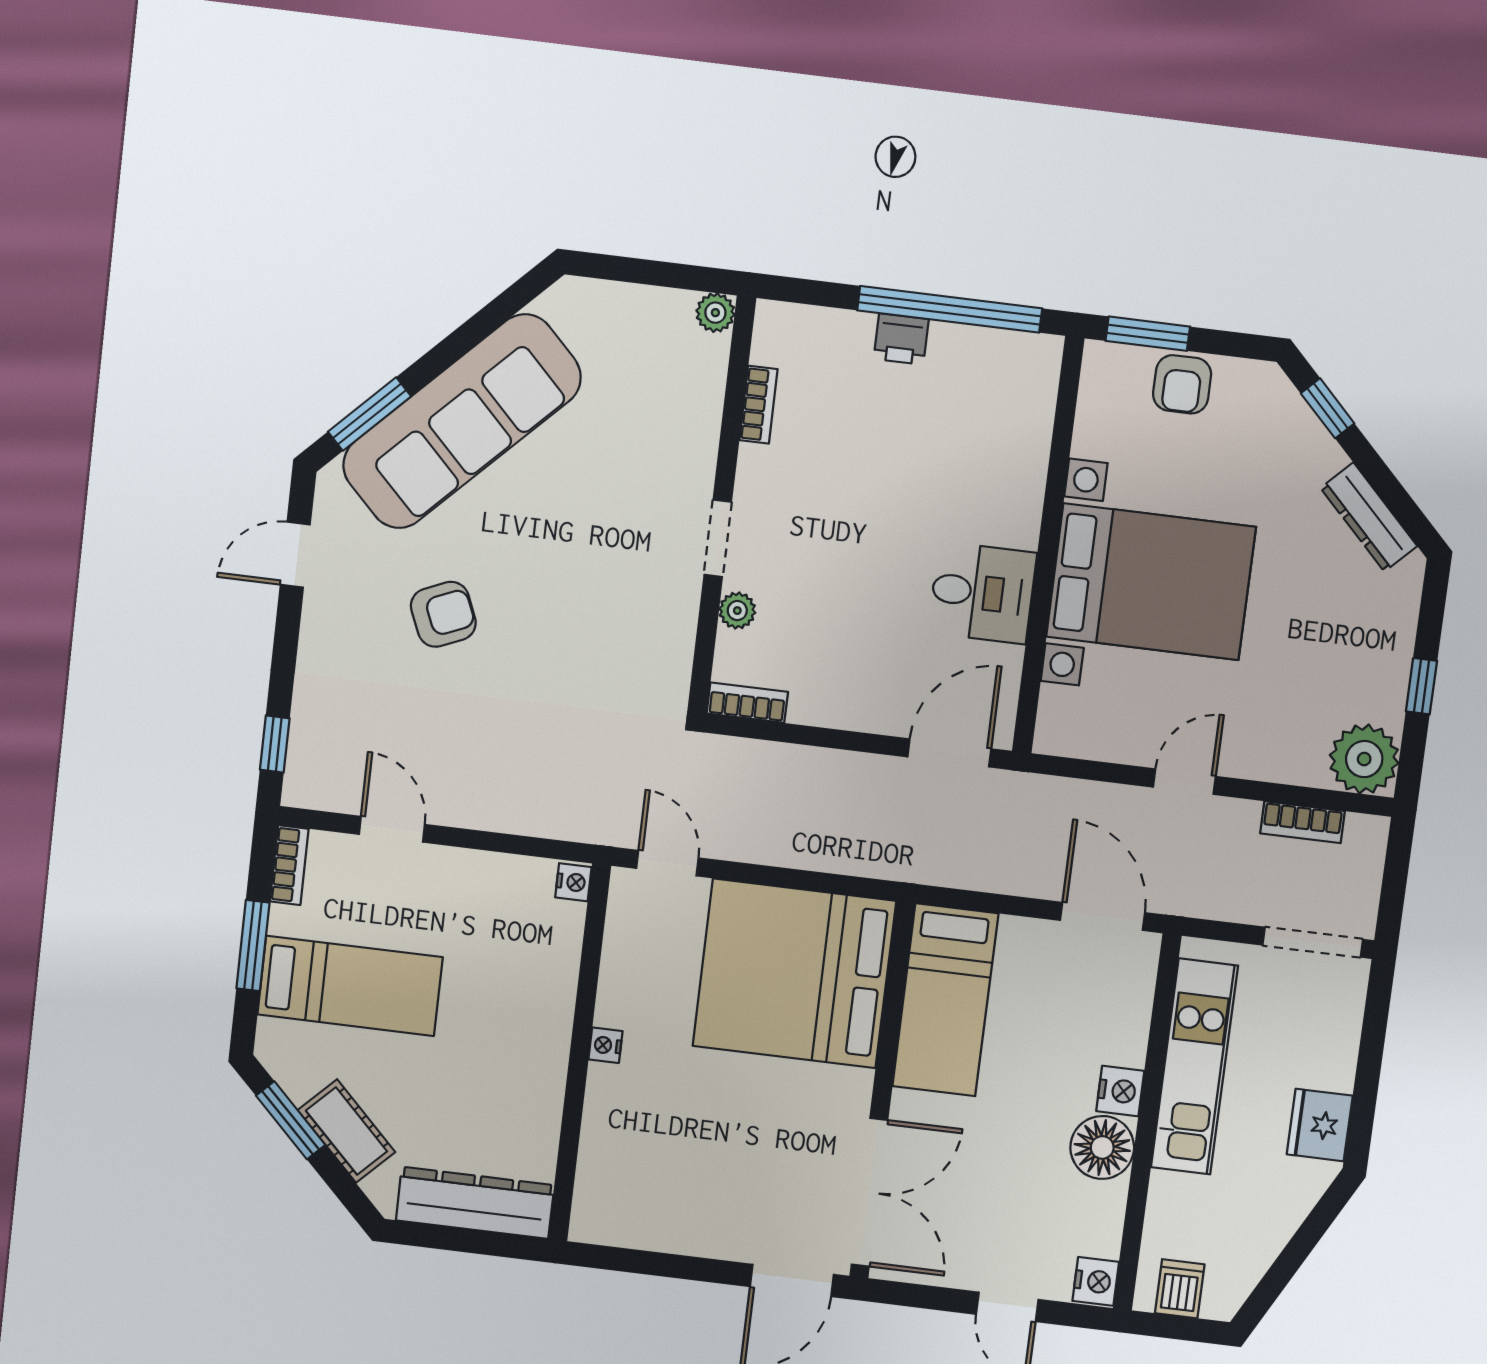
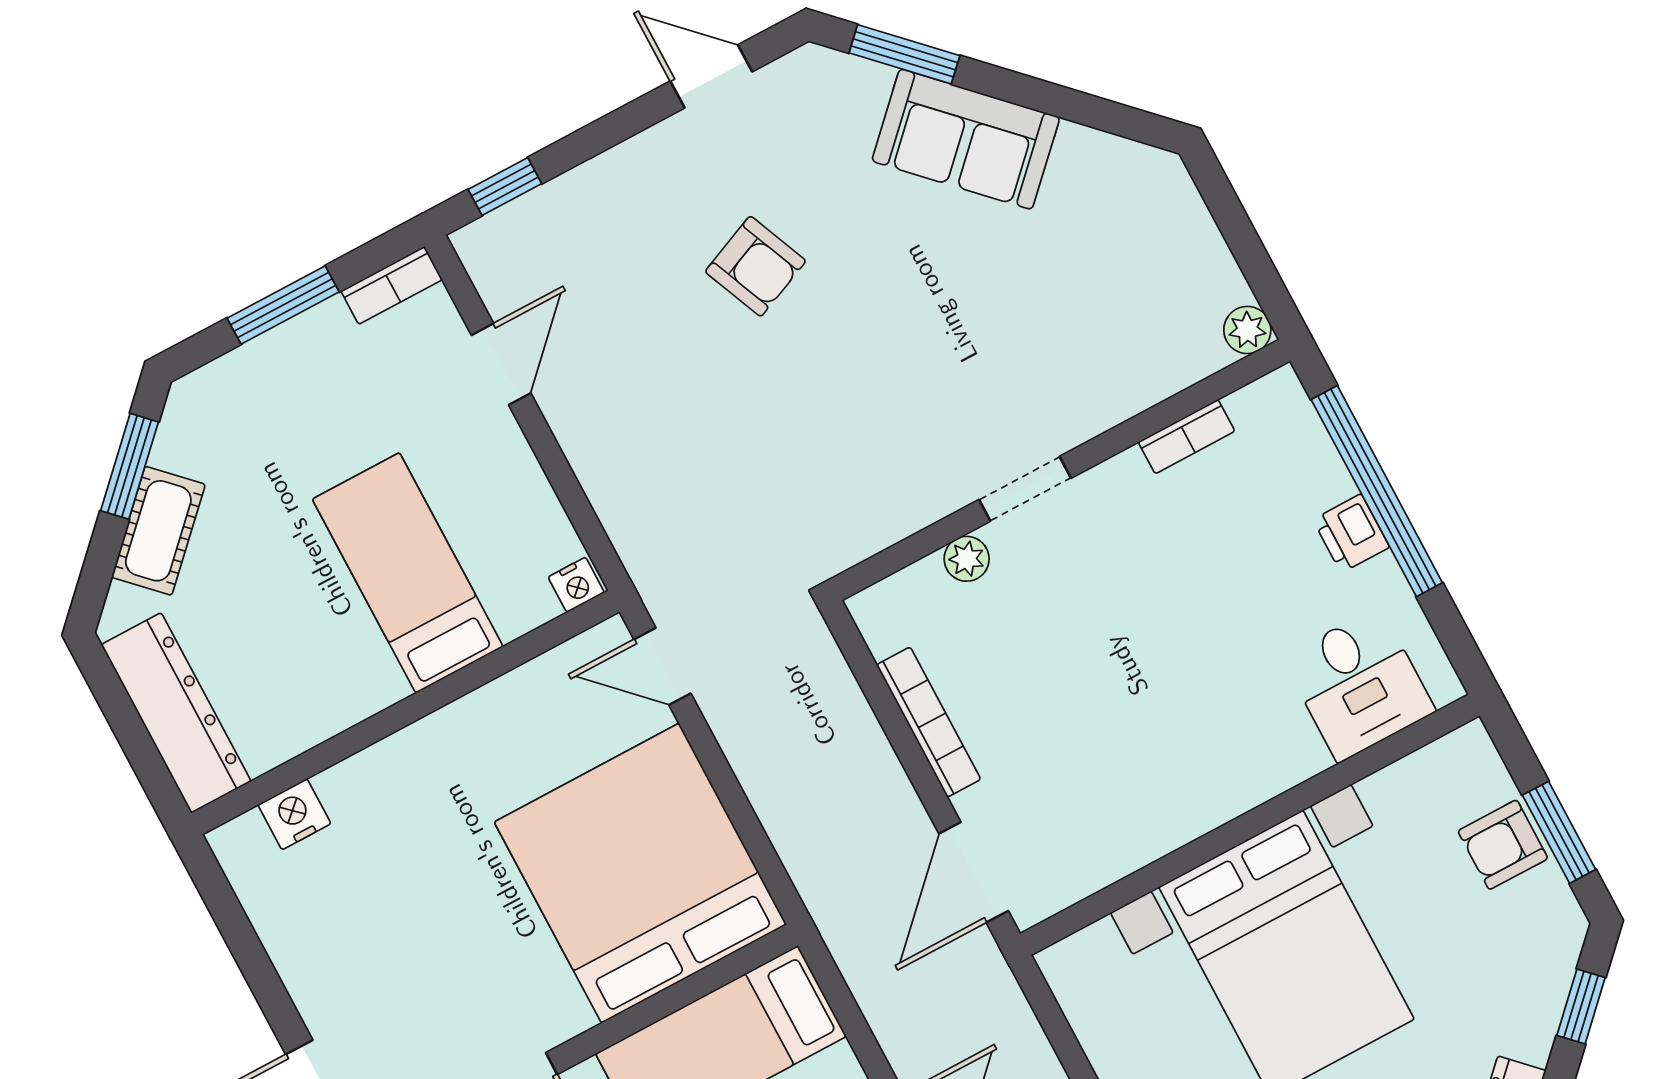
window: (950, 309) -> (1377, 491), moved
window: (1148, 334) -> (1559, 832), moved
sofa: (462, 421) -> (966, 139), width x0.54, depth x0.79
desk: (982, 593) -> (1359, 684), moved
bookcase: (747, 703) -> (929, 722), moved, width x1.56
door: (949, 753) -> (974, 872), swing flipped
door: (667, 863) -> (662, 666), swing flipped
bed: (350, 986) -> (408, 573), moved, turned 180
nightstand: (605, 1045) -> (294, 814), moved, width x1.39, depth x1.35

